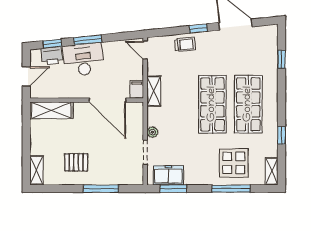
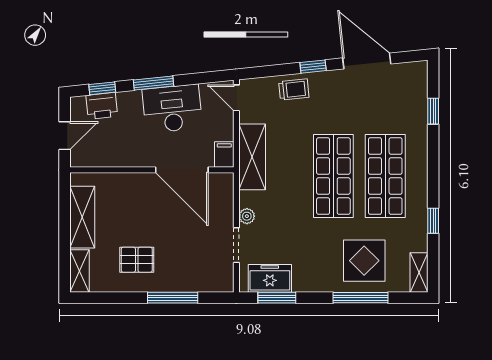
desk: (83, 59) -> (172, 109), moved
shelving: (154, 91) -> (252, 157), width x1.50, depth x1.33
shelving: (51, 110) -> (82, 217), moved, turned 90

